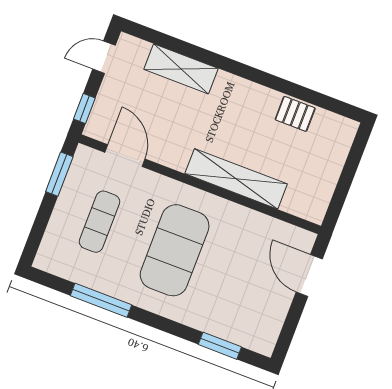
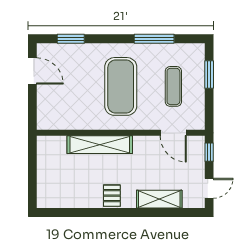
pallet: (295, 114) -> (112, 196), moved, turned 90
window: (59, 174) -> (209, 74), moved
door: (309, 275) -> (32, 71), moved

